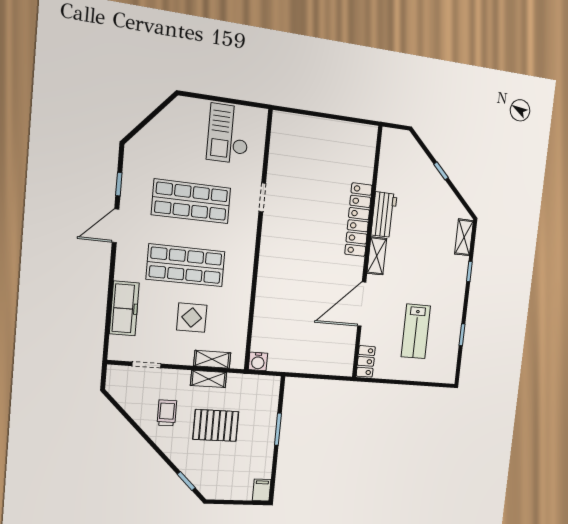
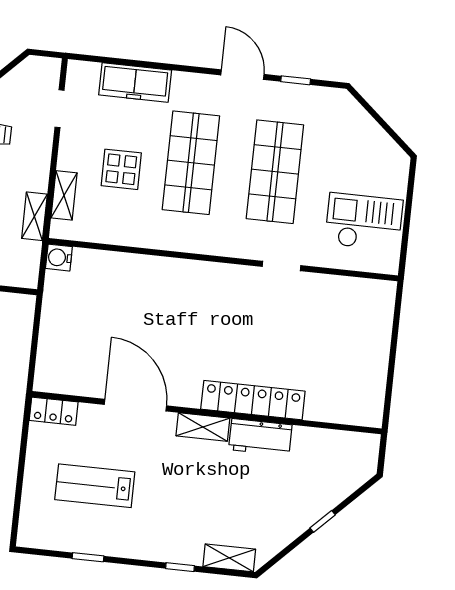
shelving: (209, 379) -> (34, 216), moved

